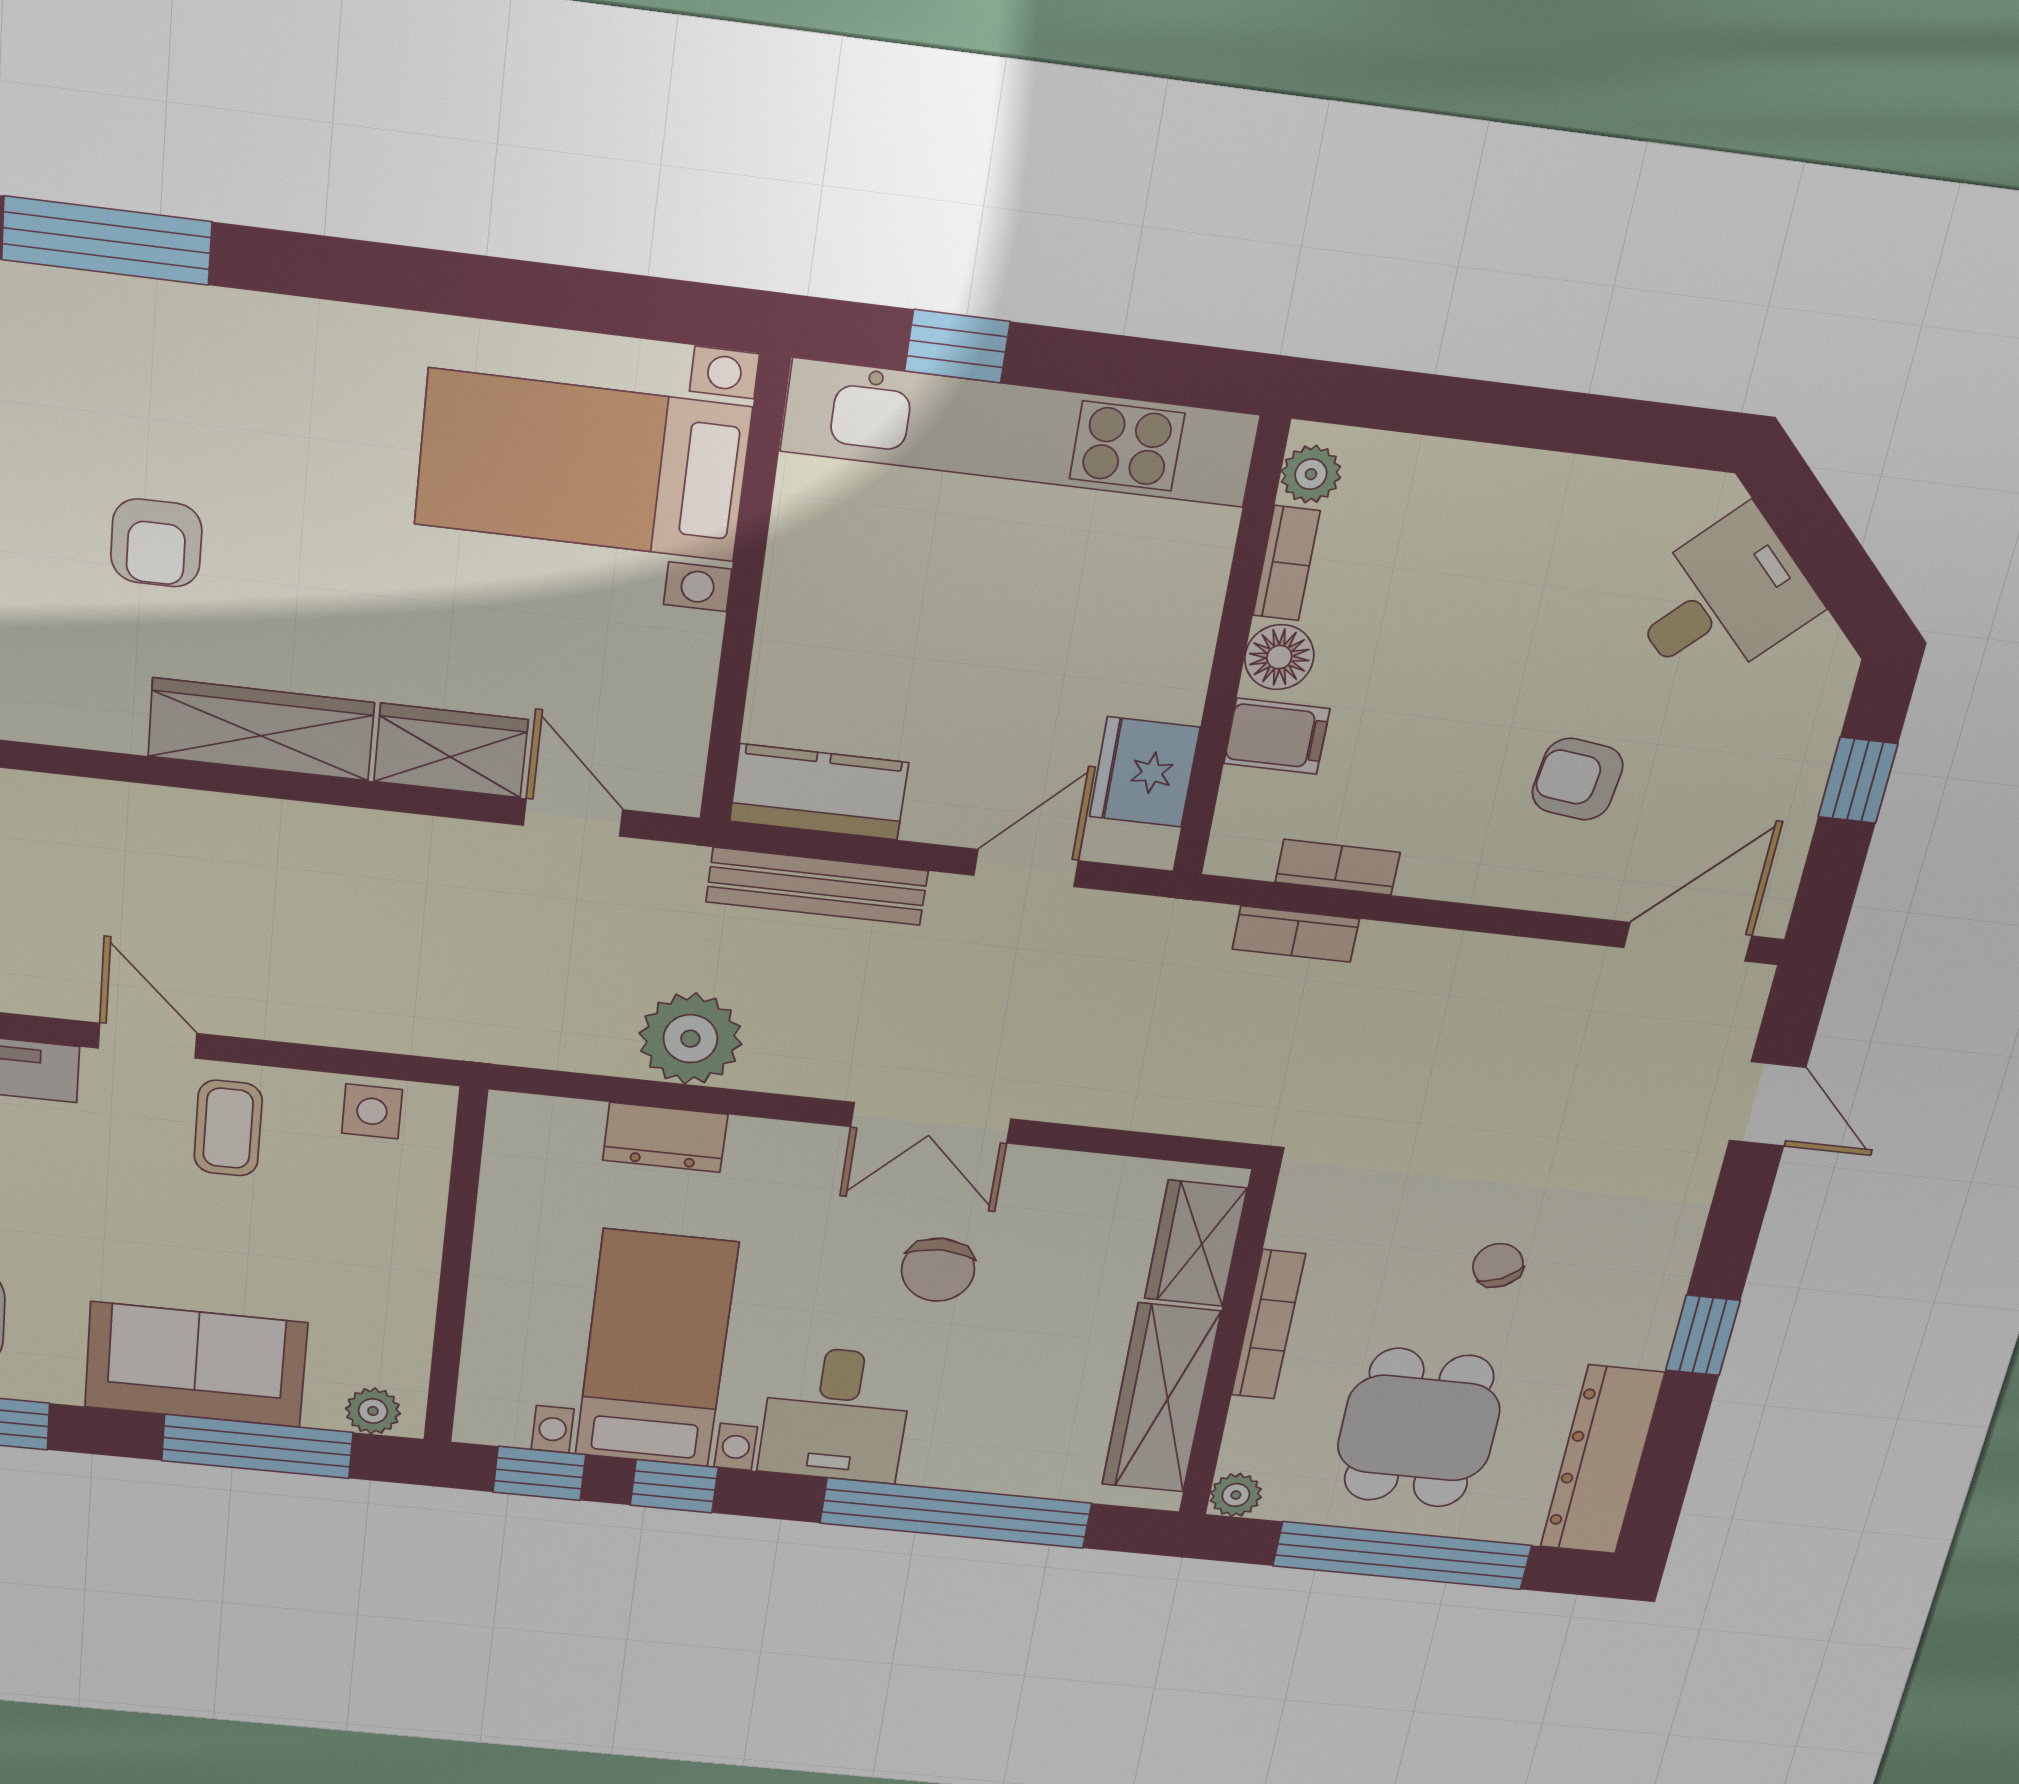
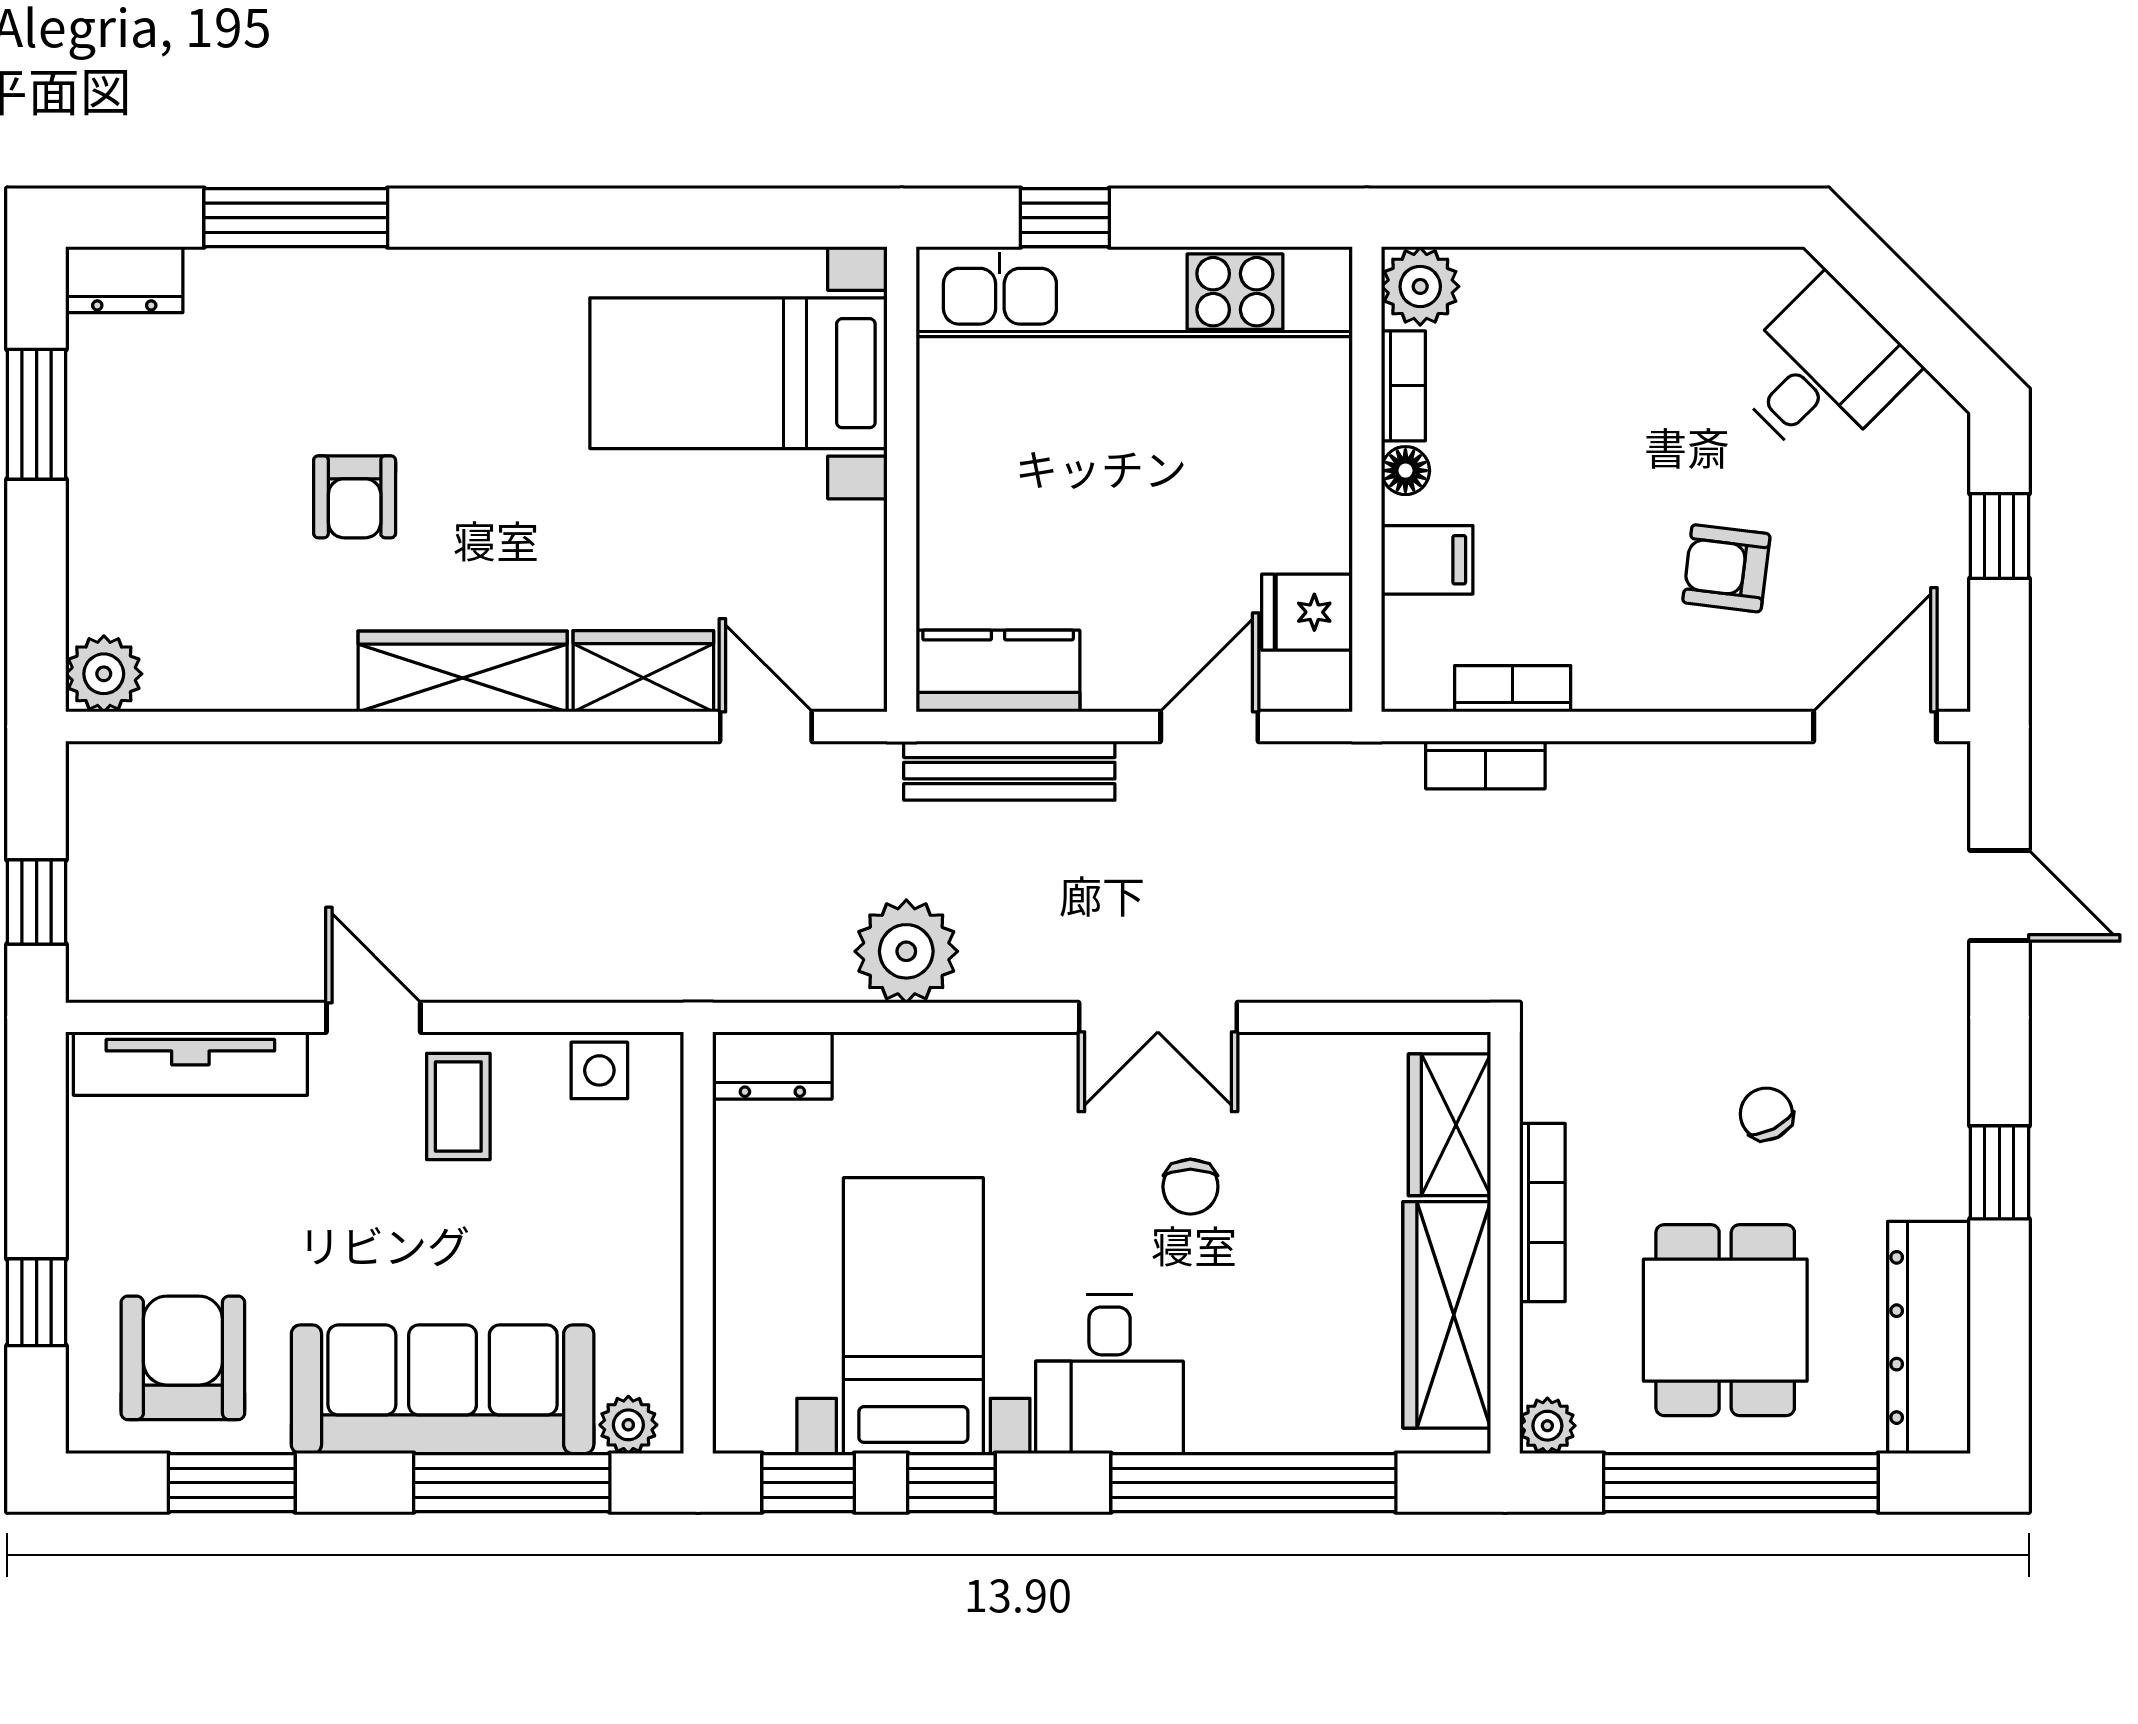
plant: (1311, 474) -> (1420, 286), width x1.38, depth x1.38
floor lamp: (1279, 657) -> (1405, 471), width x0.73, depth x0.73
fridge: (1145, 772) -> (1307, 612), width x0.72
dresser: (665, 1137) -> (772, 1065), moved
chair: (938, 1270) -> (1190, 1187), width x0.73, depth x0.73
sofa: (196, 1365) -> (443, 1389), width x1.36

